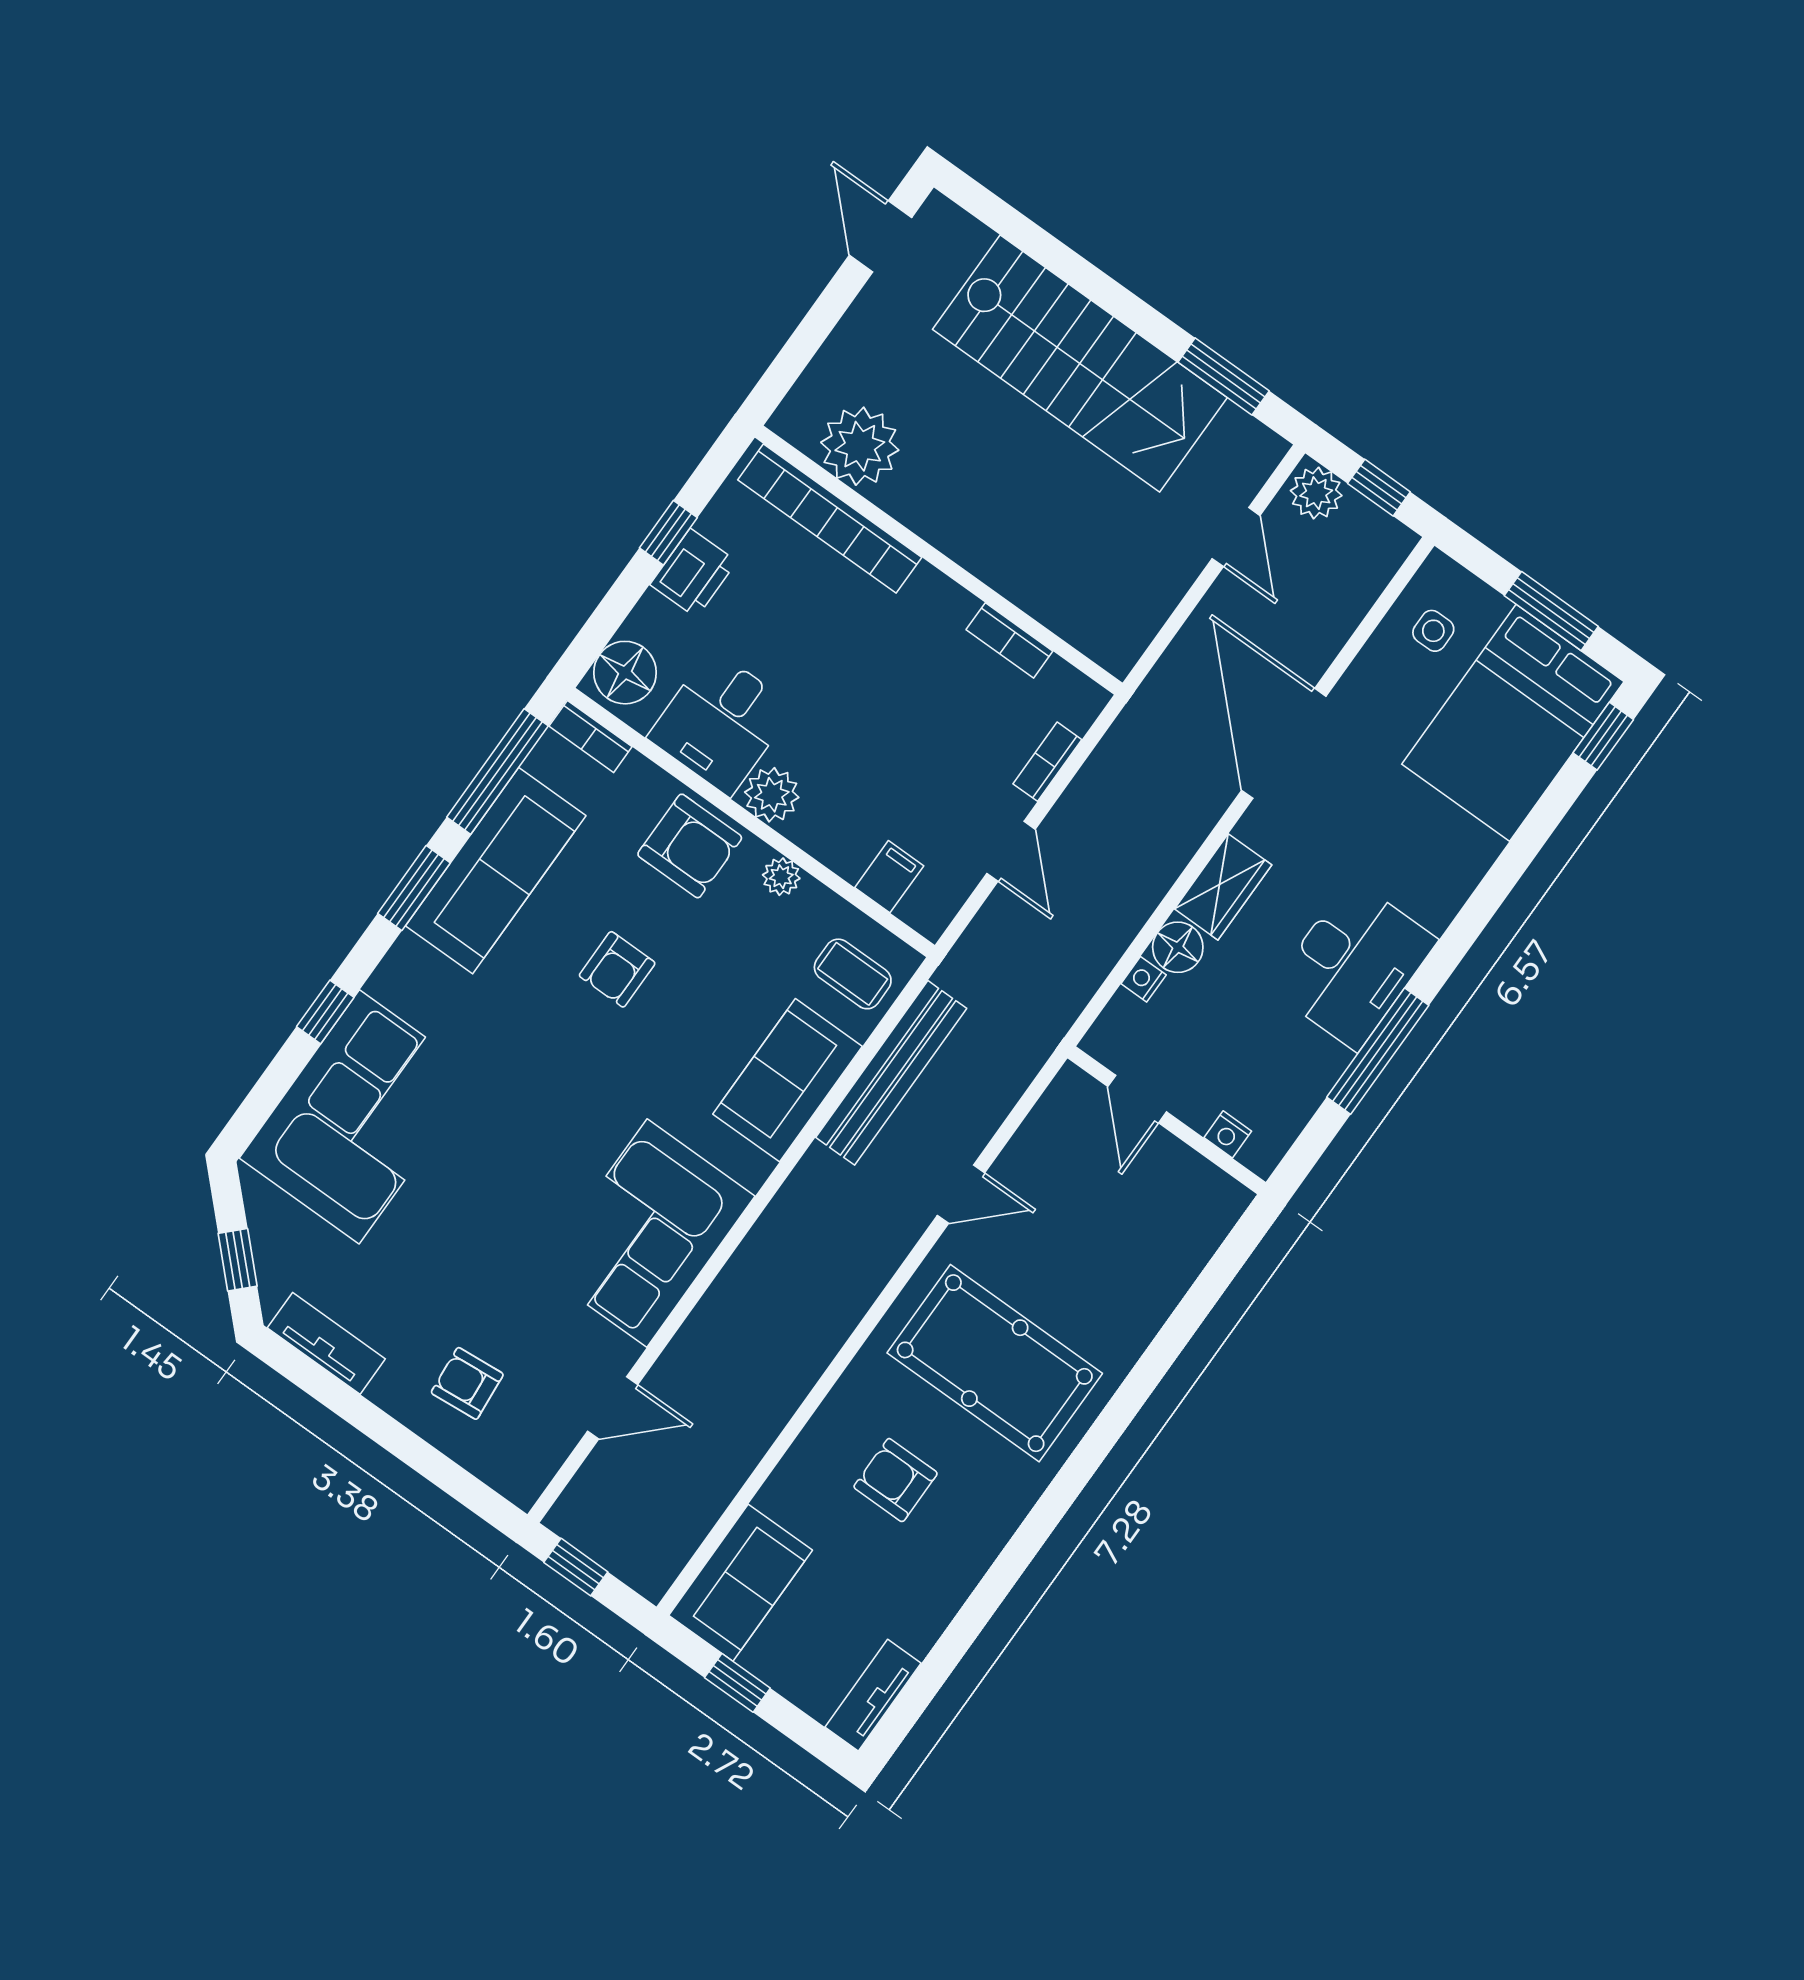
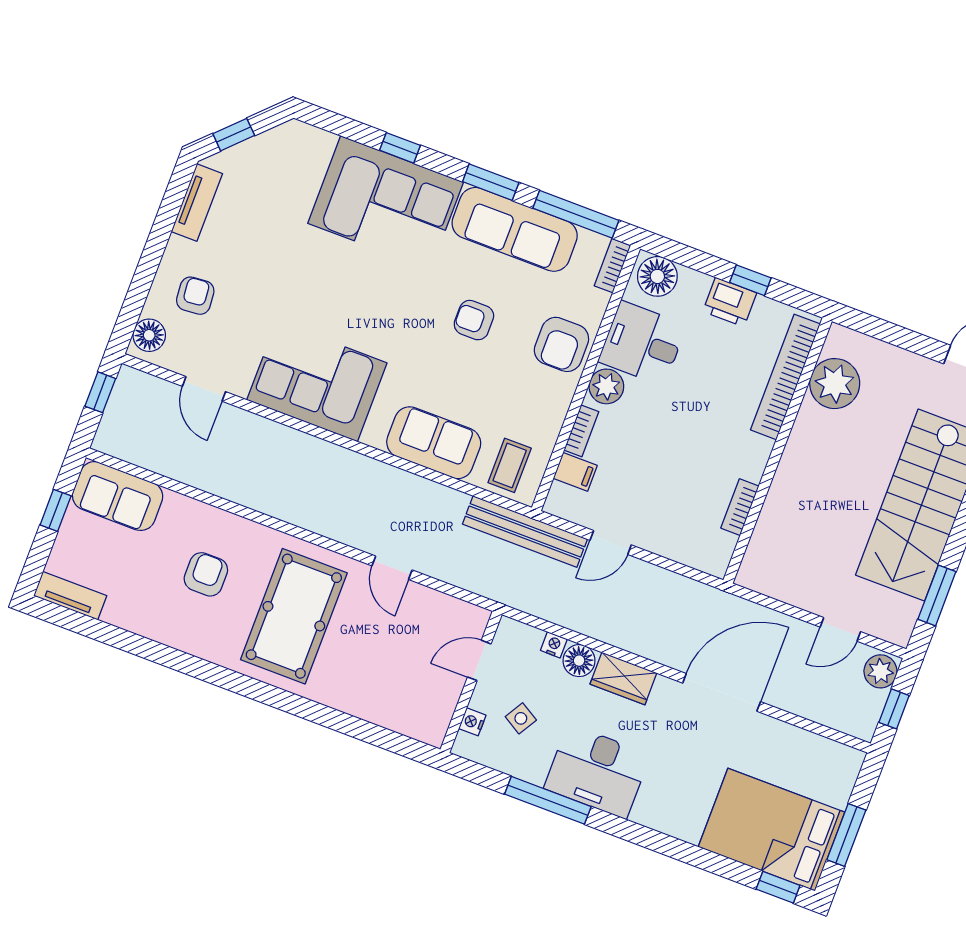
side table: (1433, 631) -> (521, 718), moved, turned 31
bookcase: (1047, 762) -> (581, 431), moved, turned 90
plant: (781, 877) -> (558, 406), removed
bench: (891, 1073) -> (525, 532), moved
corner sofa: (359, 1117) -> (386, 203), moved
floor lamp: (509, 1470) -> (149, 335), added

